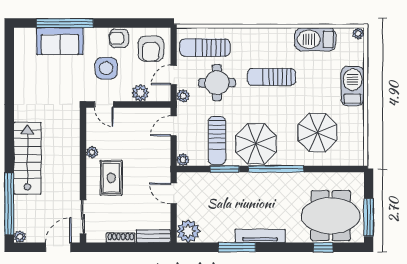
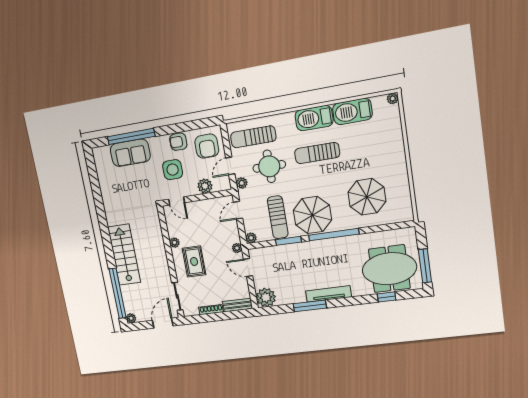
barbecue: (353, 86) -> (314, 118), moved, turned -90
plant: (165, 169) -> (237, 248), added

